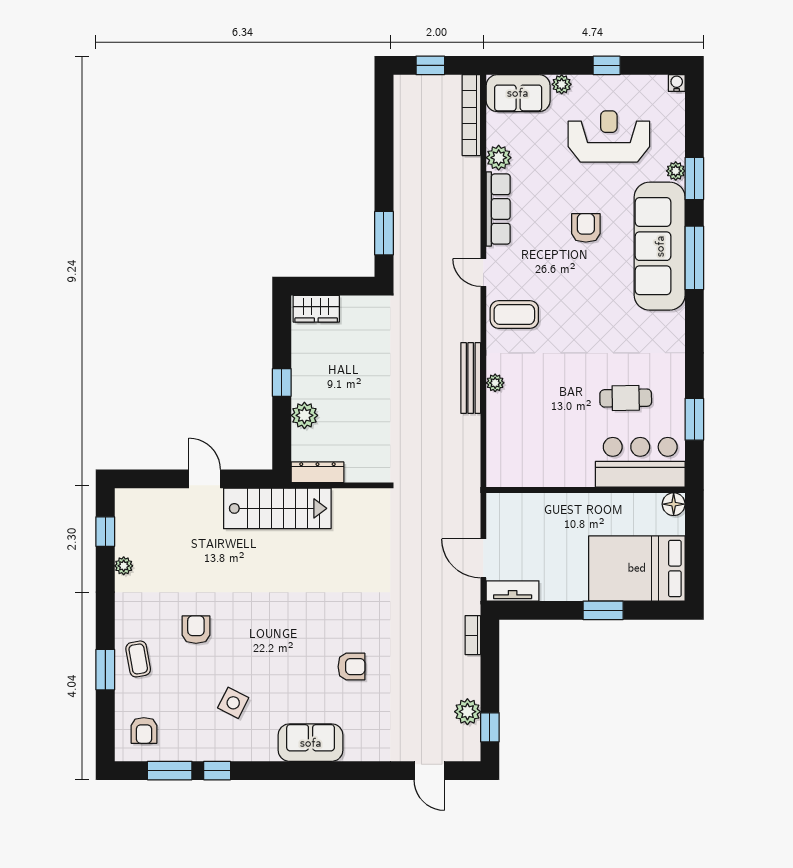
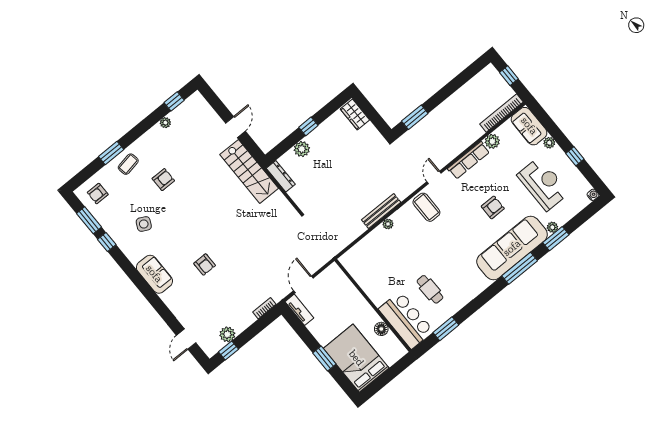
floor lamp: (674, 504) -> (381, 329), moved

